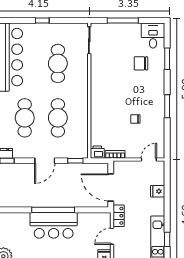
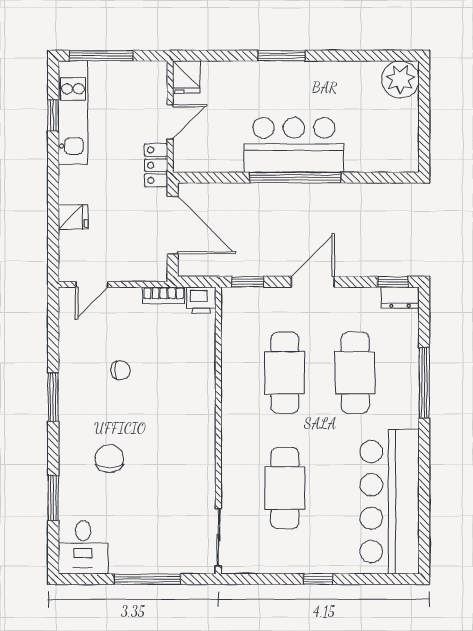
chair: (141, 63) -> (109, 458), moved, turned -90

